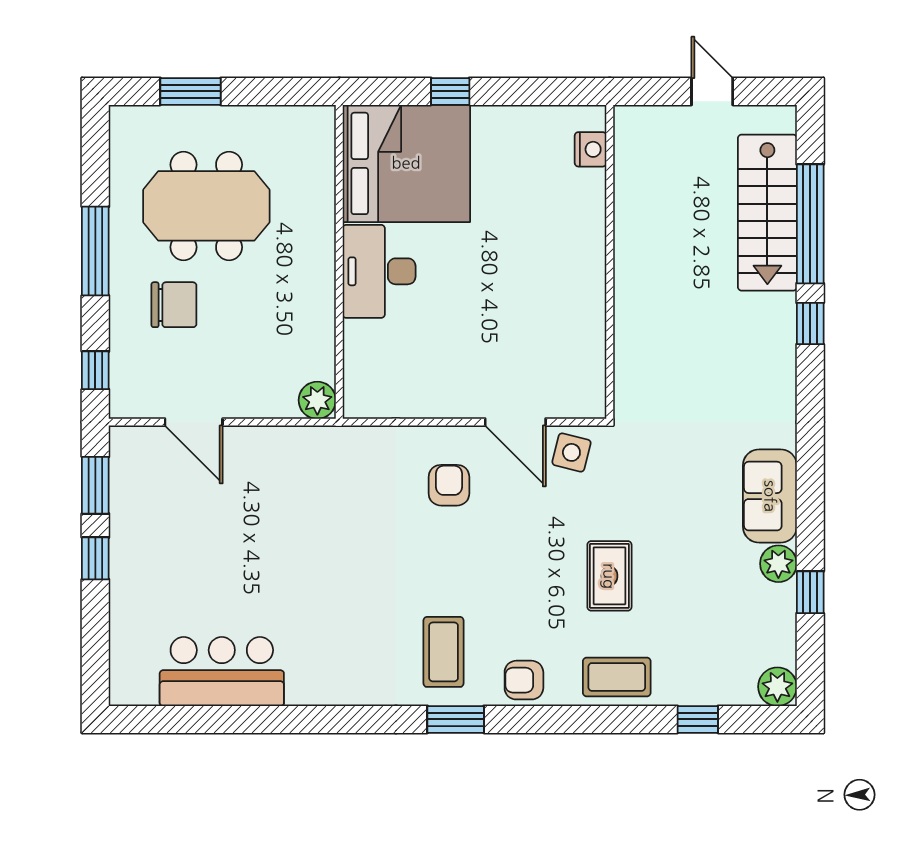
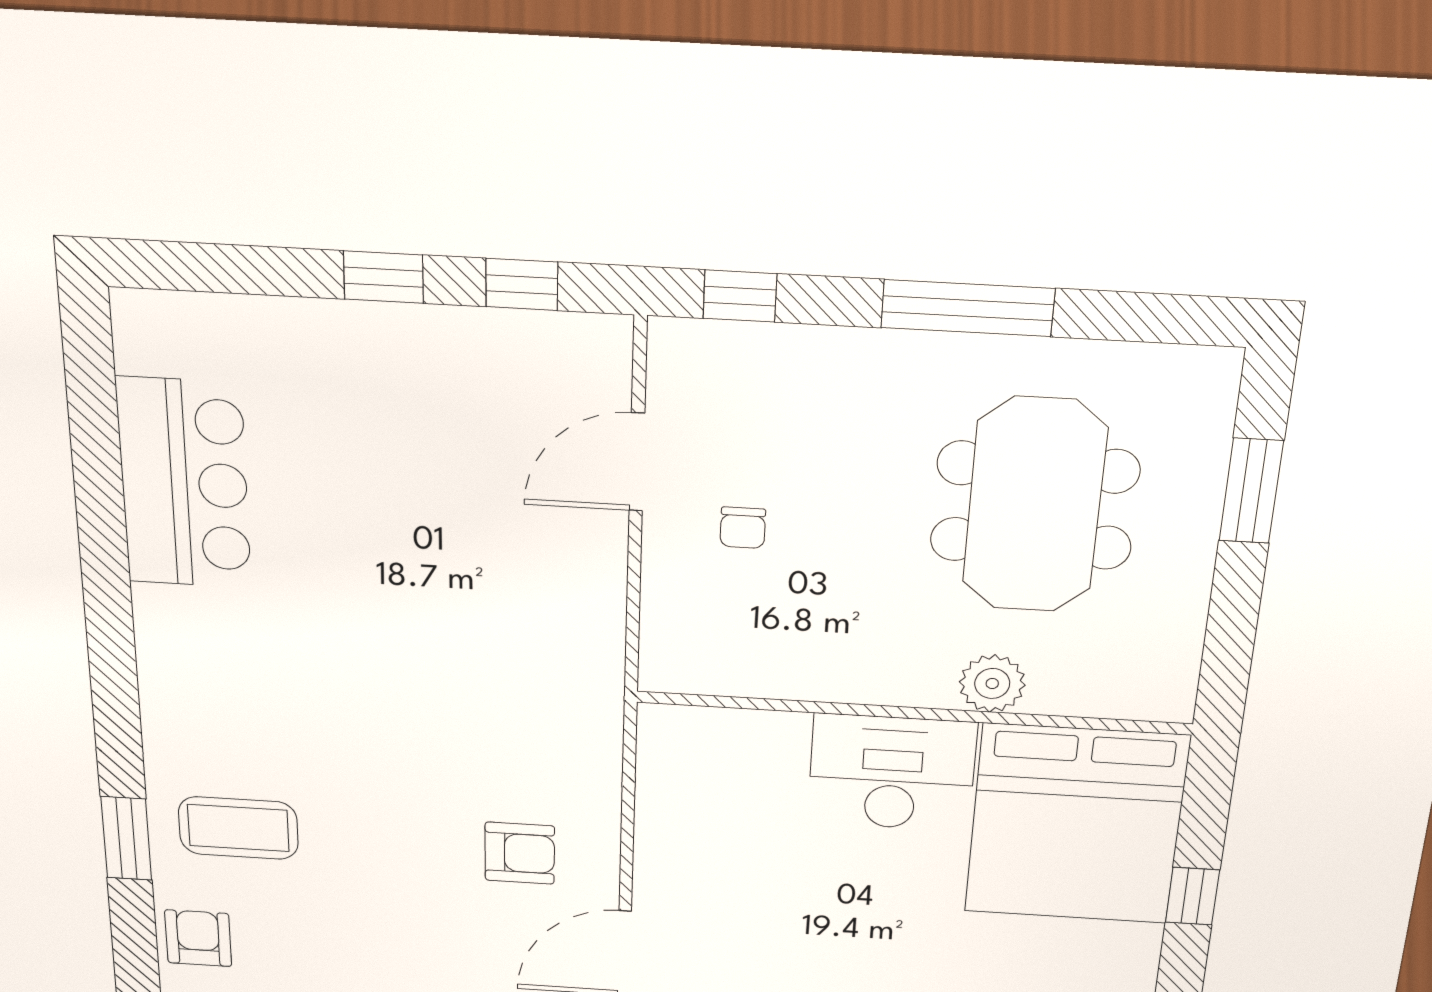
chair: (174, 305) -> (743, 528), moved, width x0.54, depth x0.54
plant: (317, 400) -> (992, 683), moved
window: (95, 485) -> (522, 284), width x0.67

